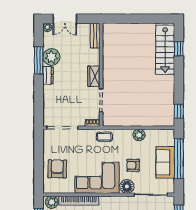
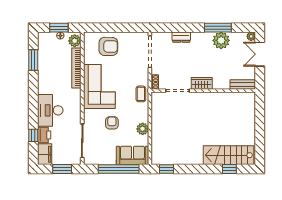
dresser: (48, 75) -> (181, 37), moved
sofa: (165, 162) -> (132, 155), moved
floor lamp: (127, 186) -> (91, 117), removed

